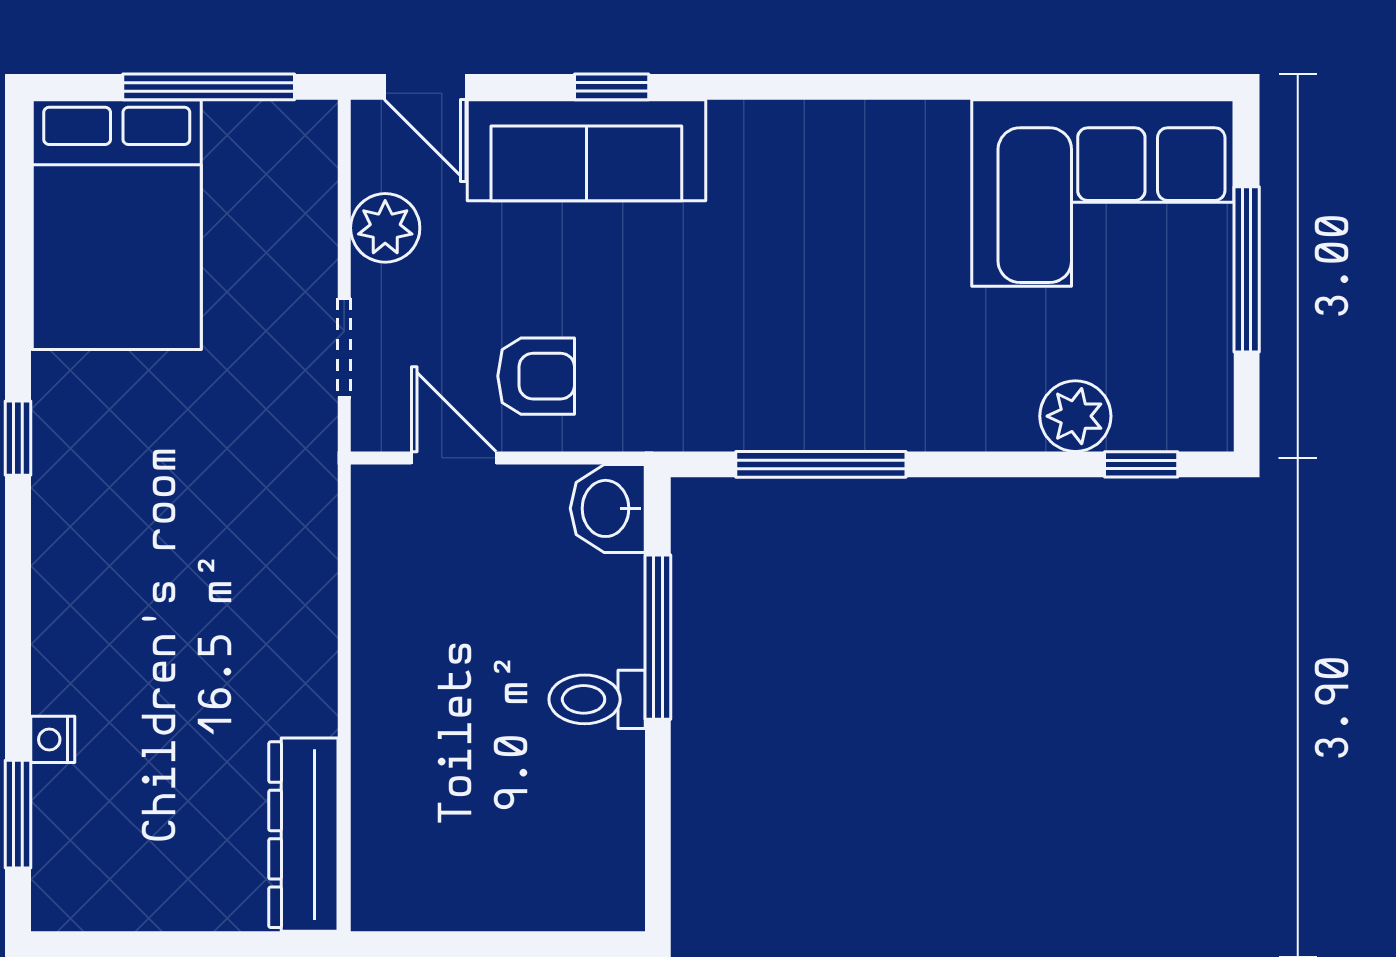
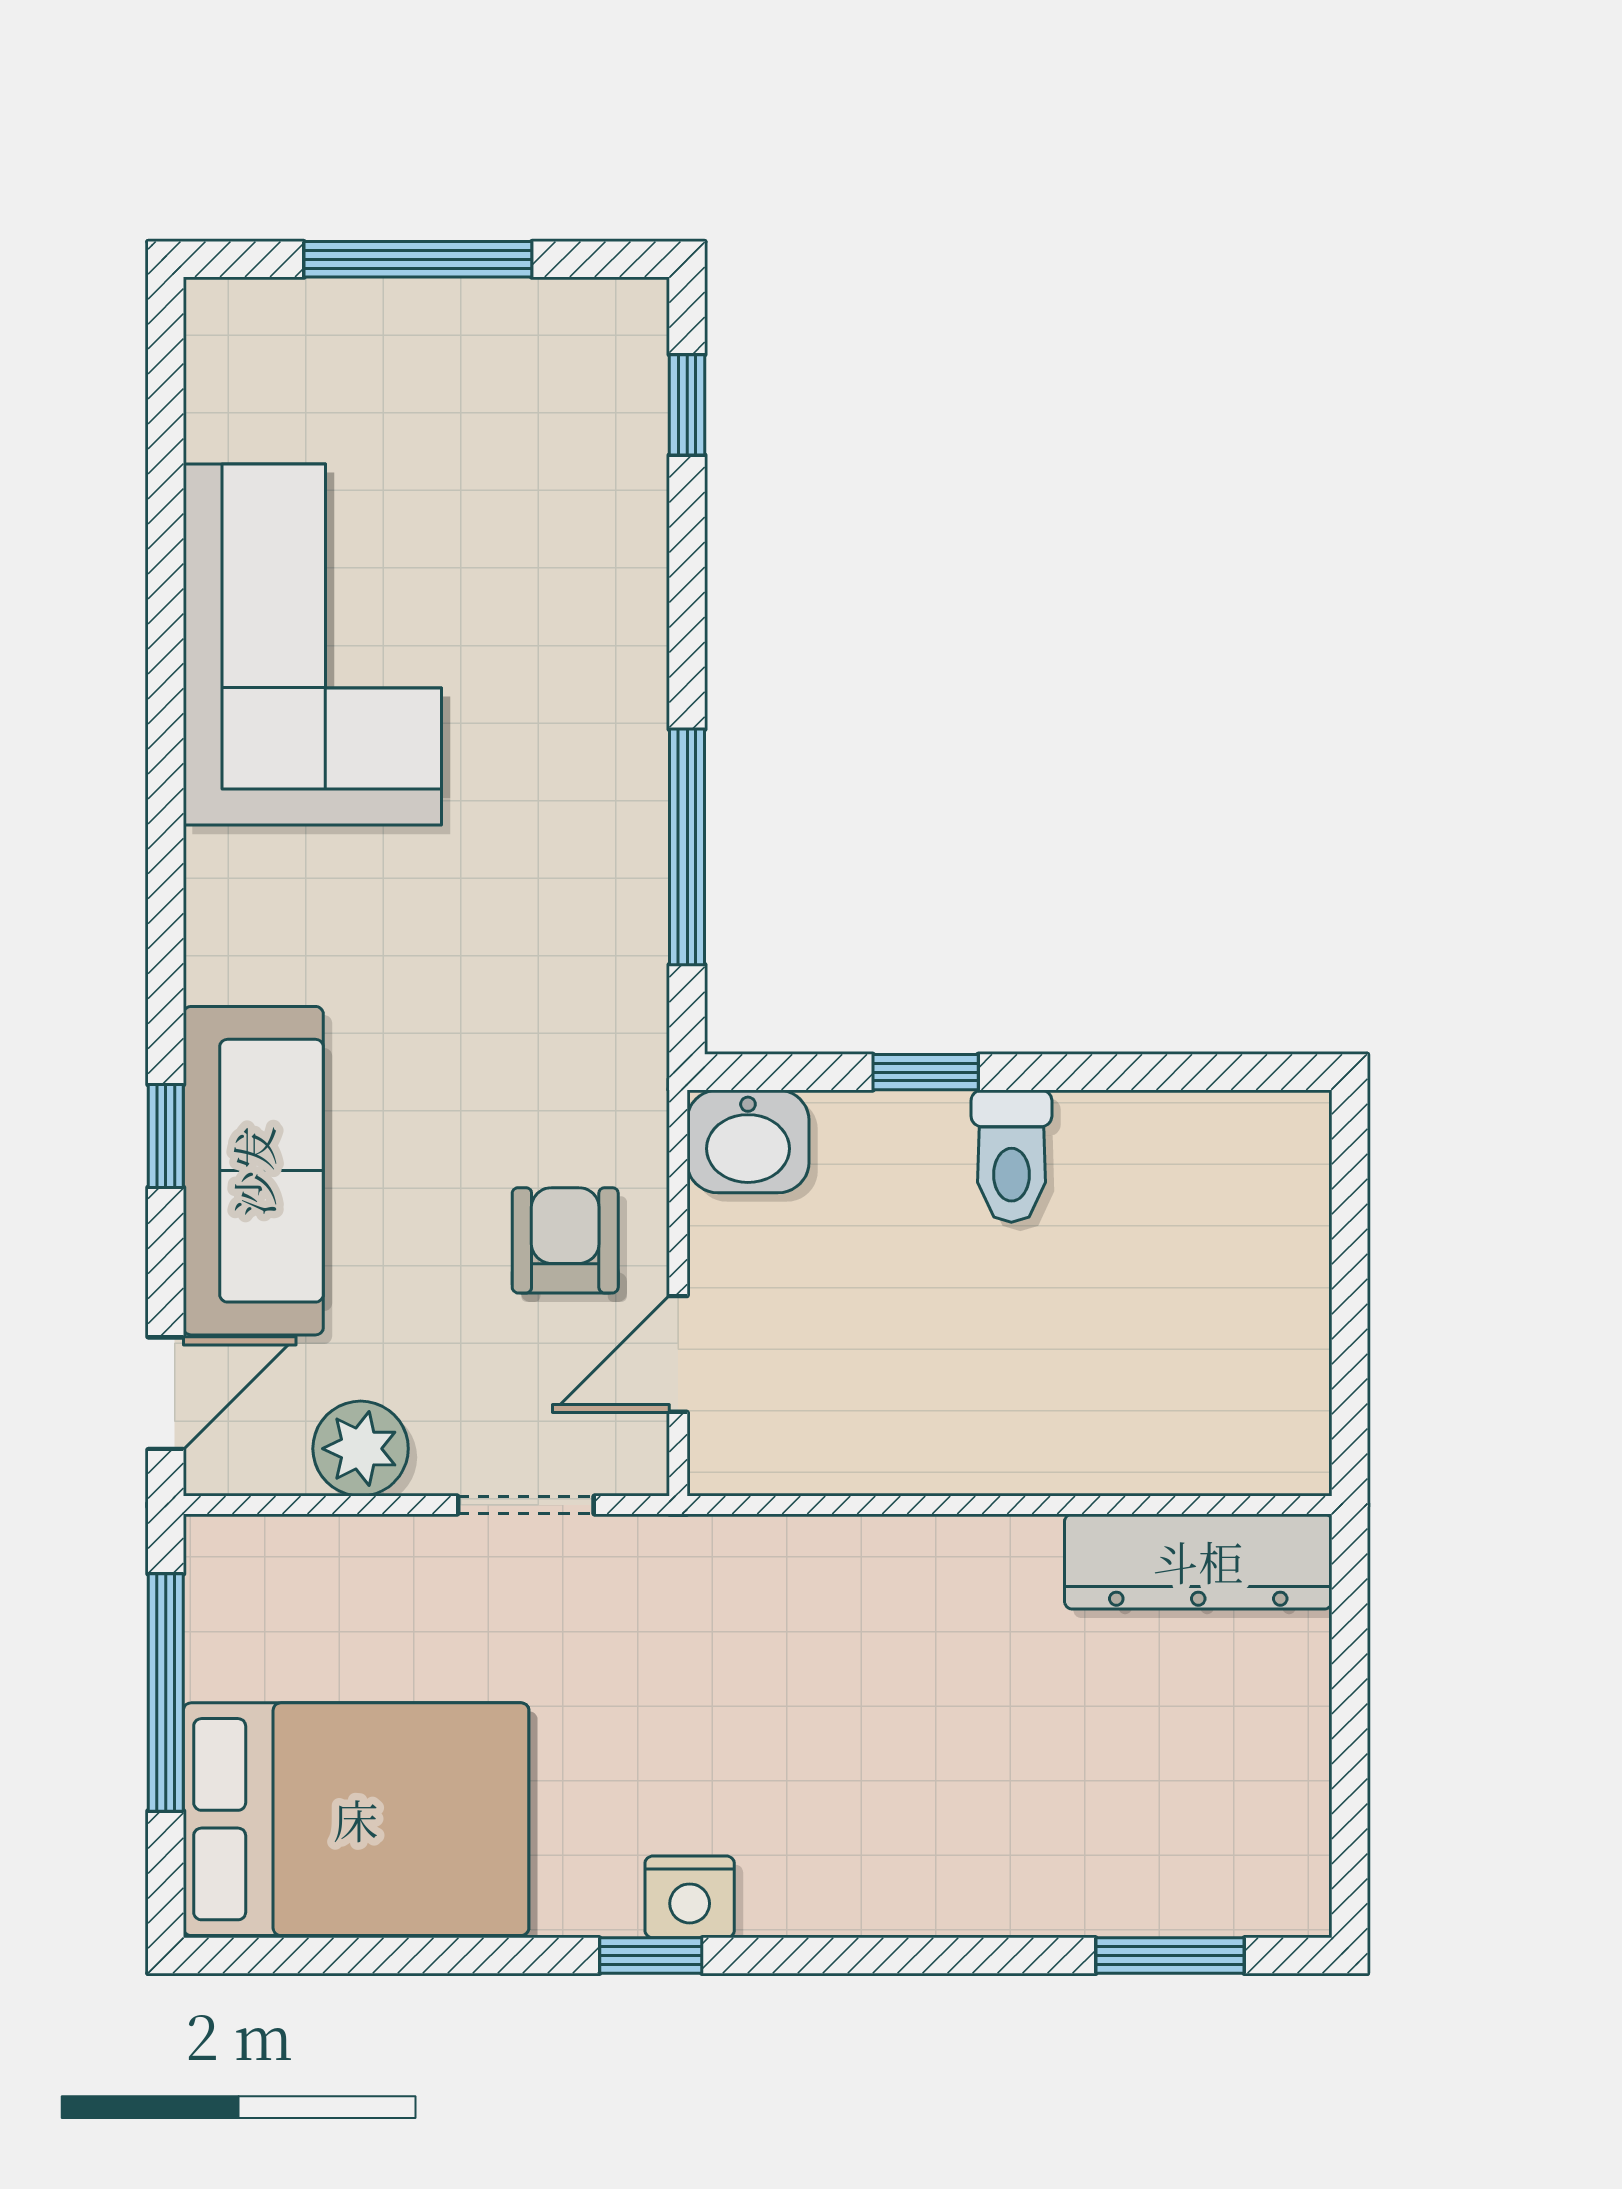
corner sofa: (1103, 193) -> (312, 644), moved
plant: (1075, 416) -> (620, 496), removed
window: (658, 637) -> (926, 1072), width x0.46
nightstand: (53, 739) -> (690, 1897), moved, width x1.39, depth x1.35

